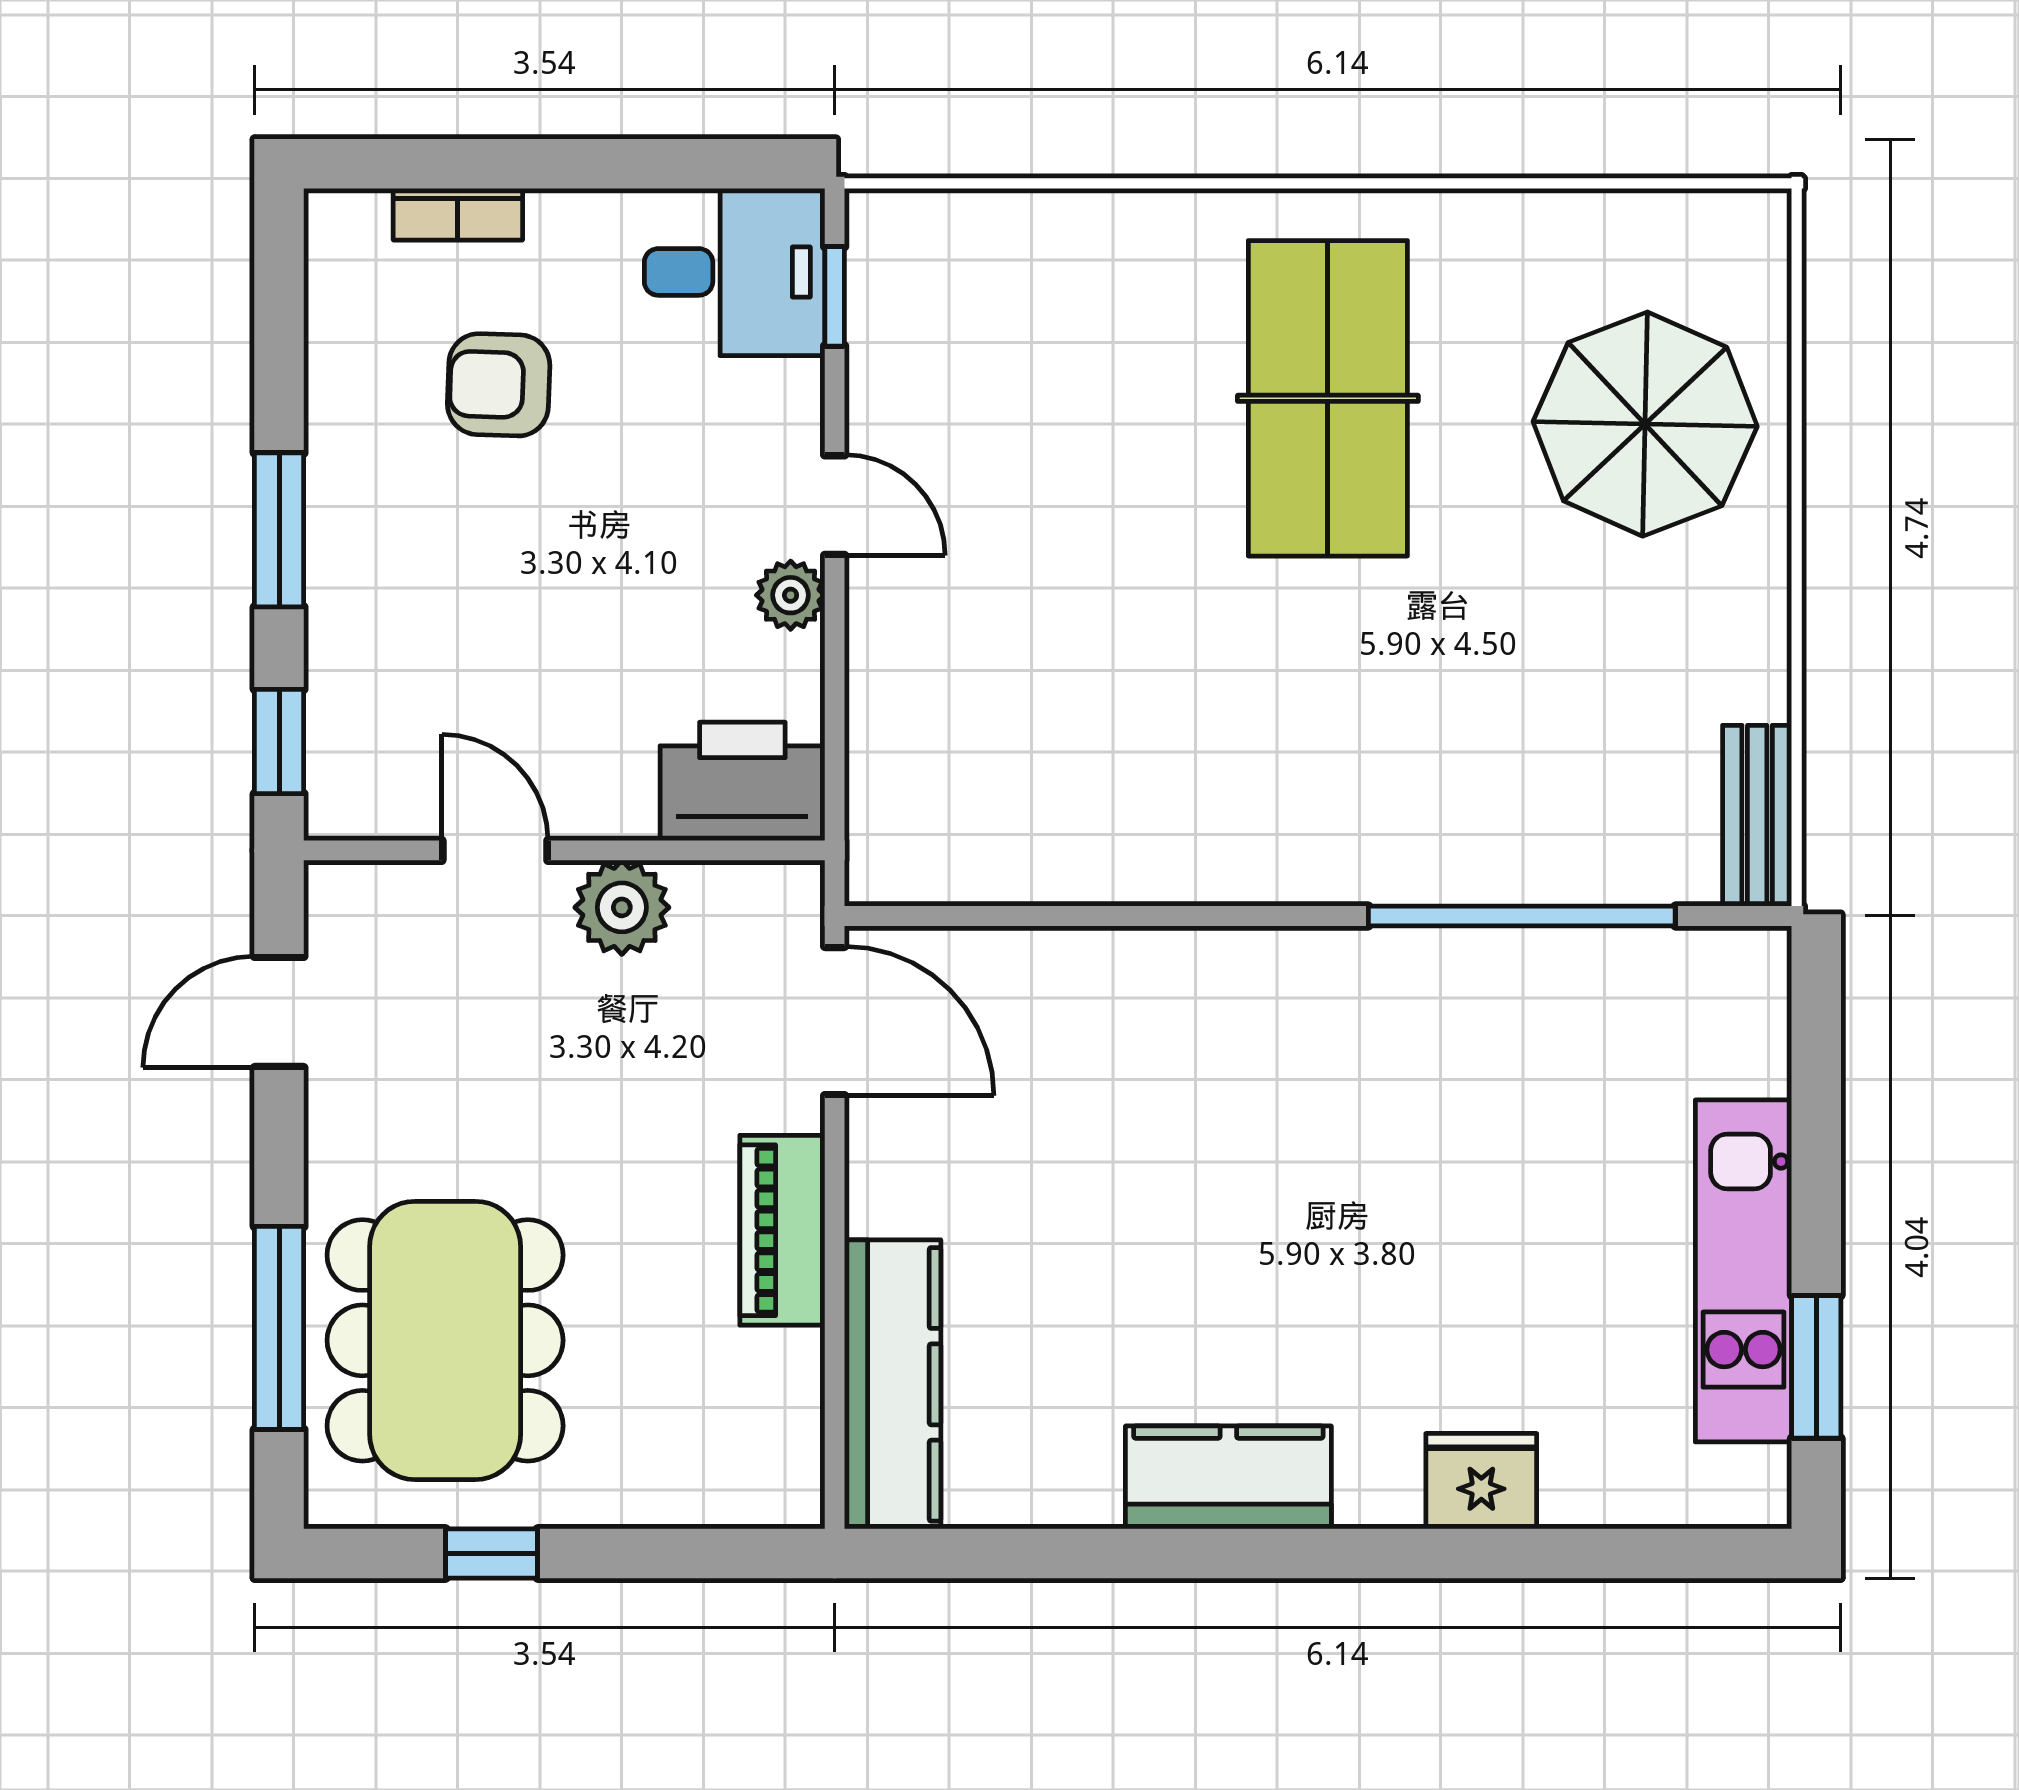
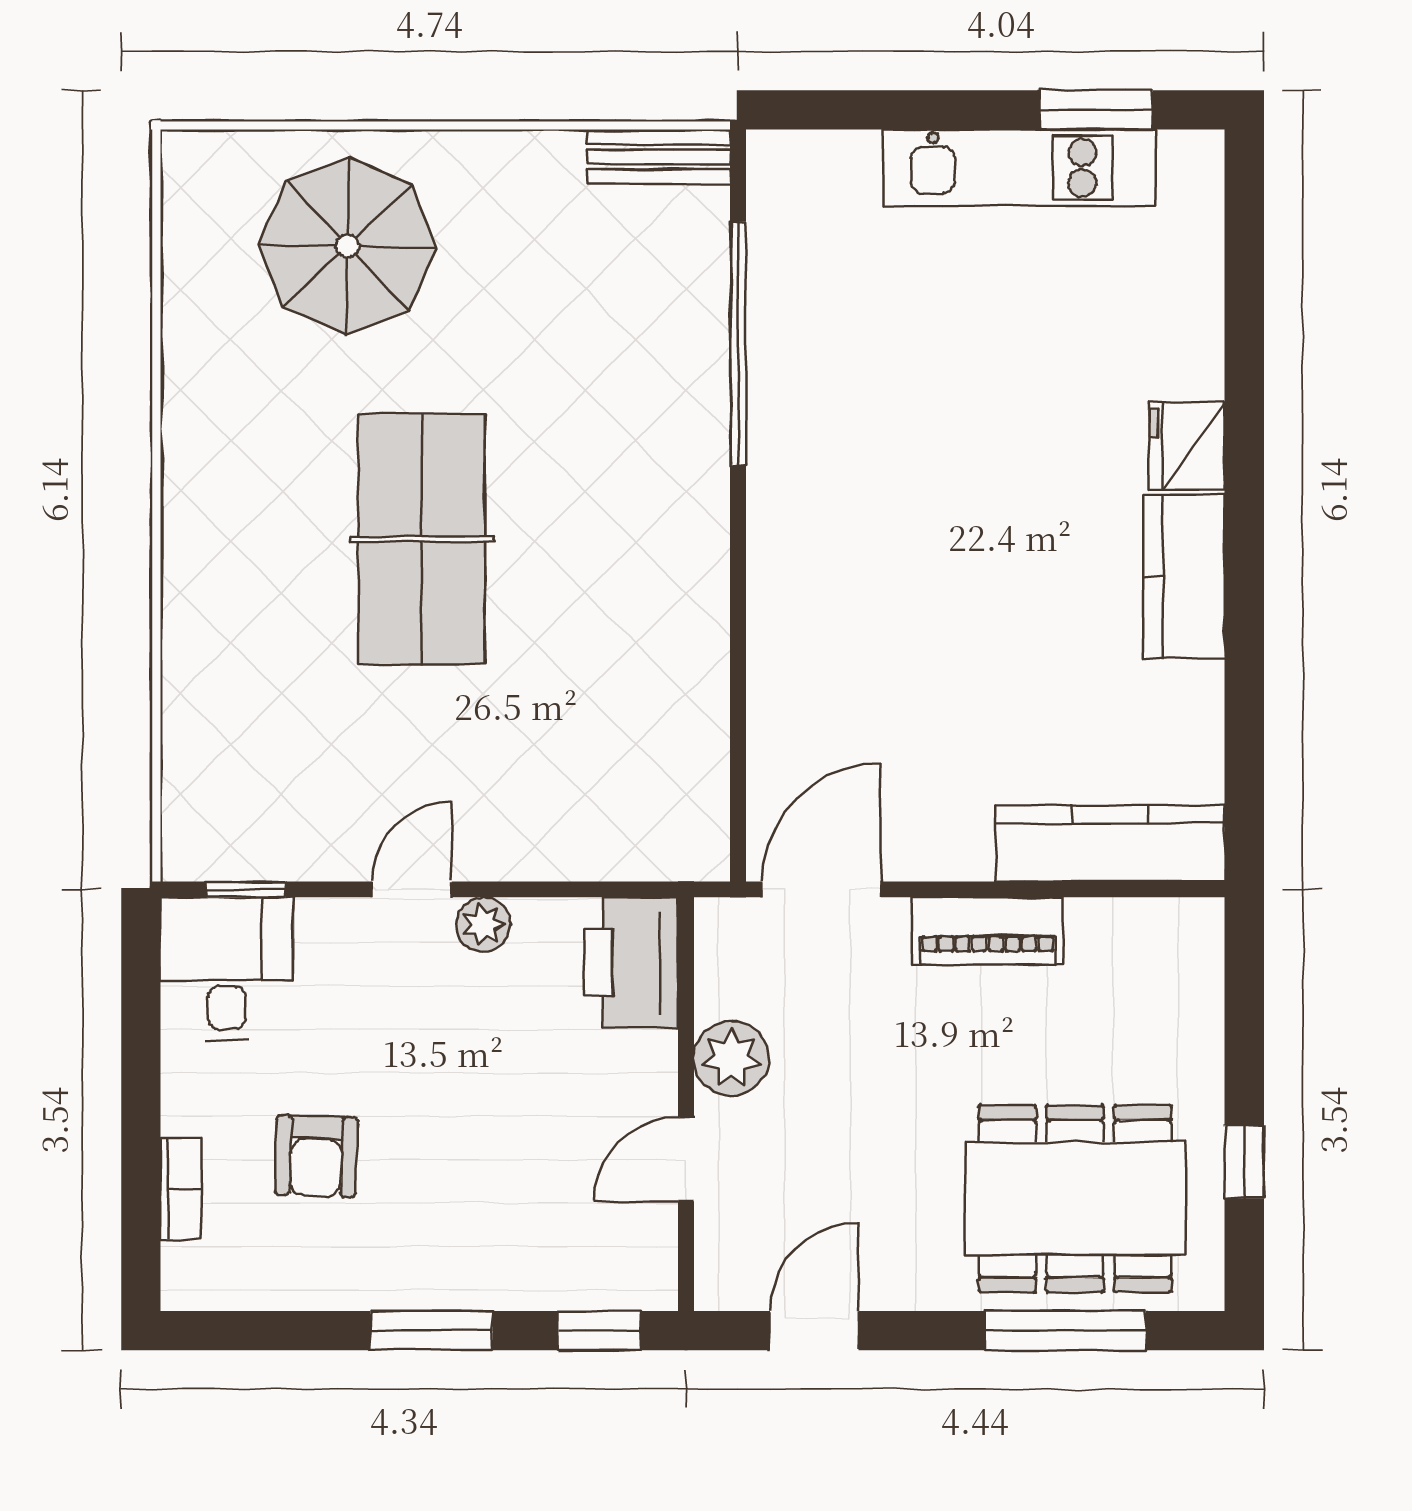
table tennis table: (1328, 398) -> (422, 539), moved, turned 90
door: (279, 1012) -> (814, 1331), swing flipped
fridge: (1481, 1481) -> (1187, 446), moved

